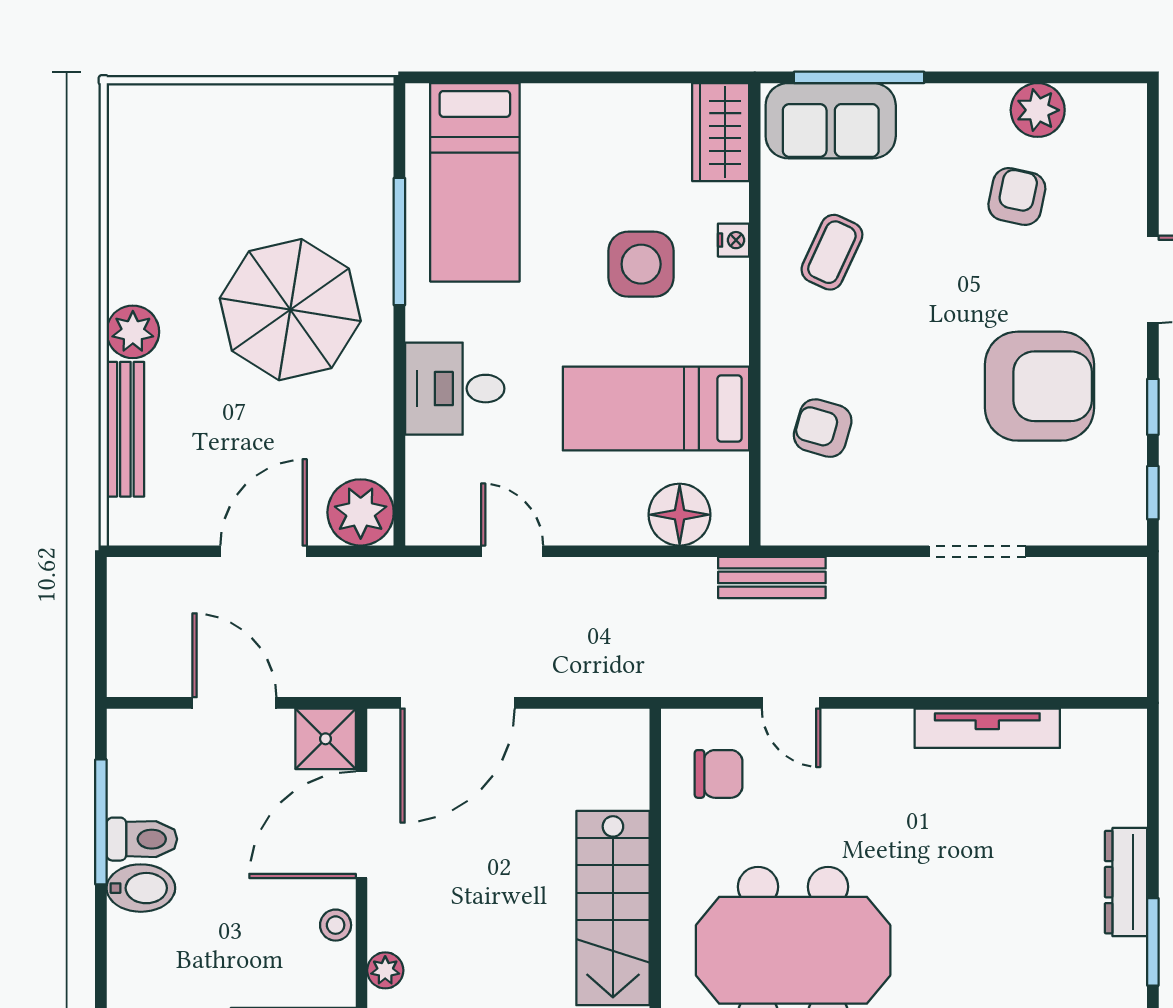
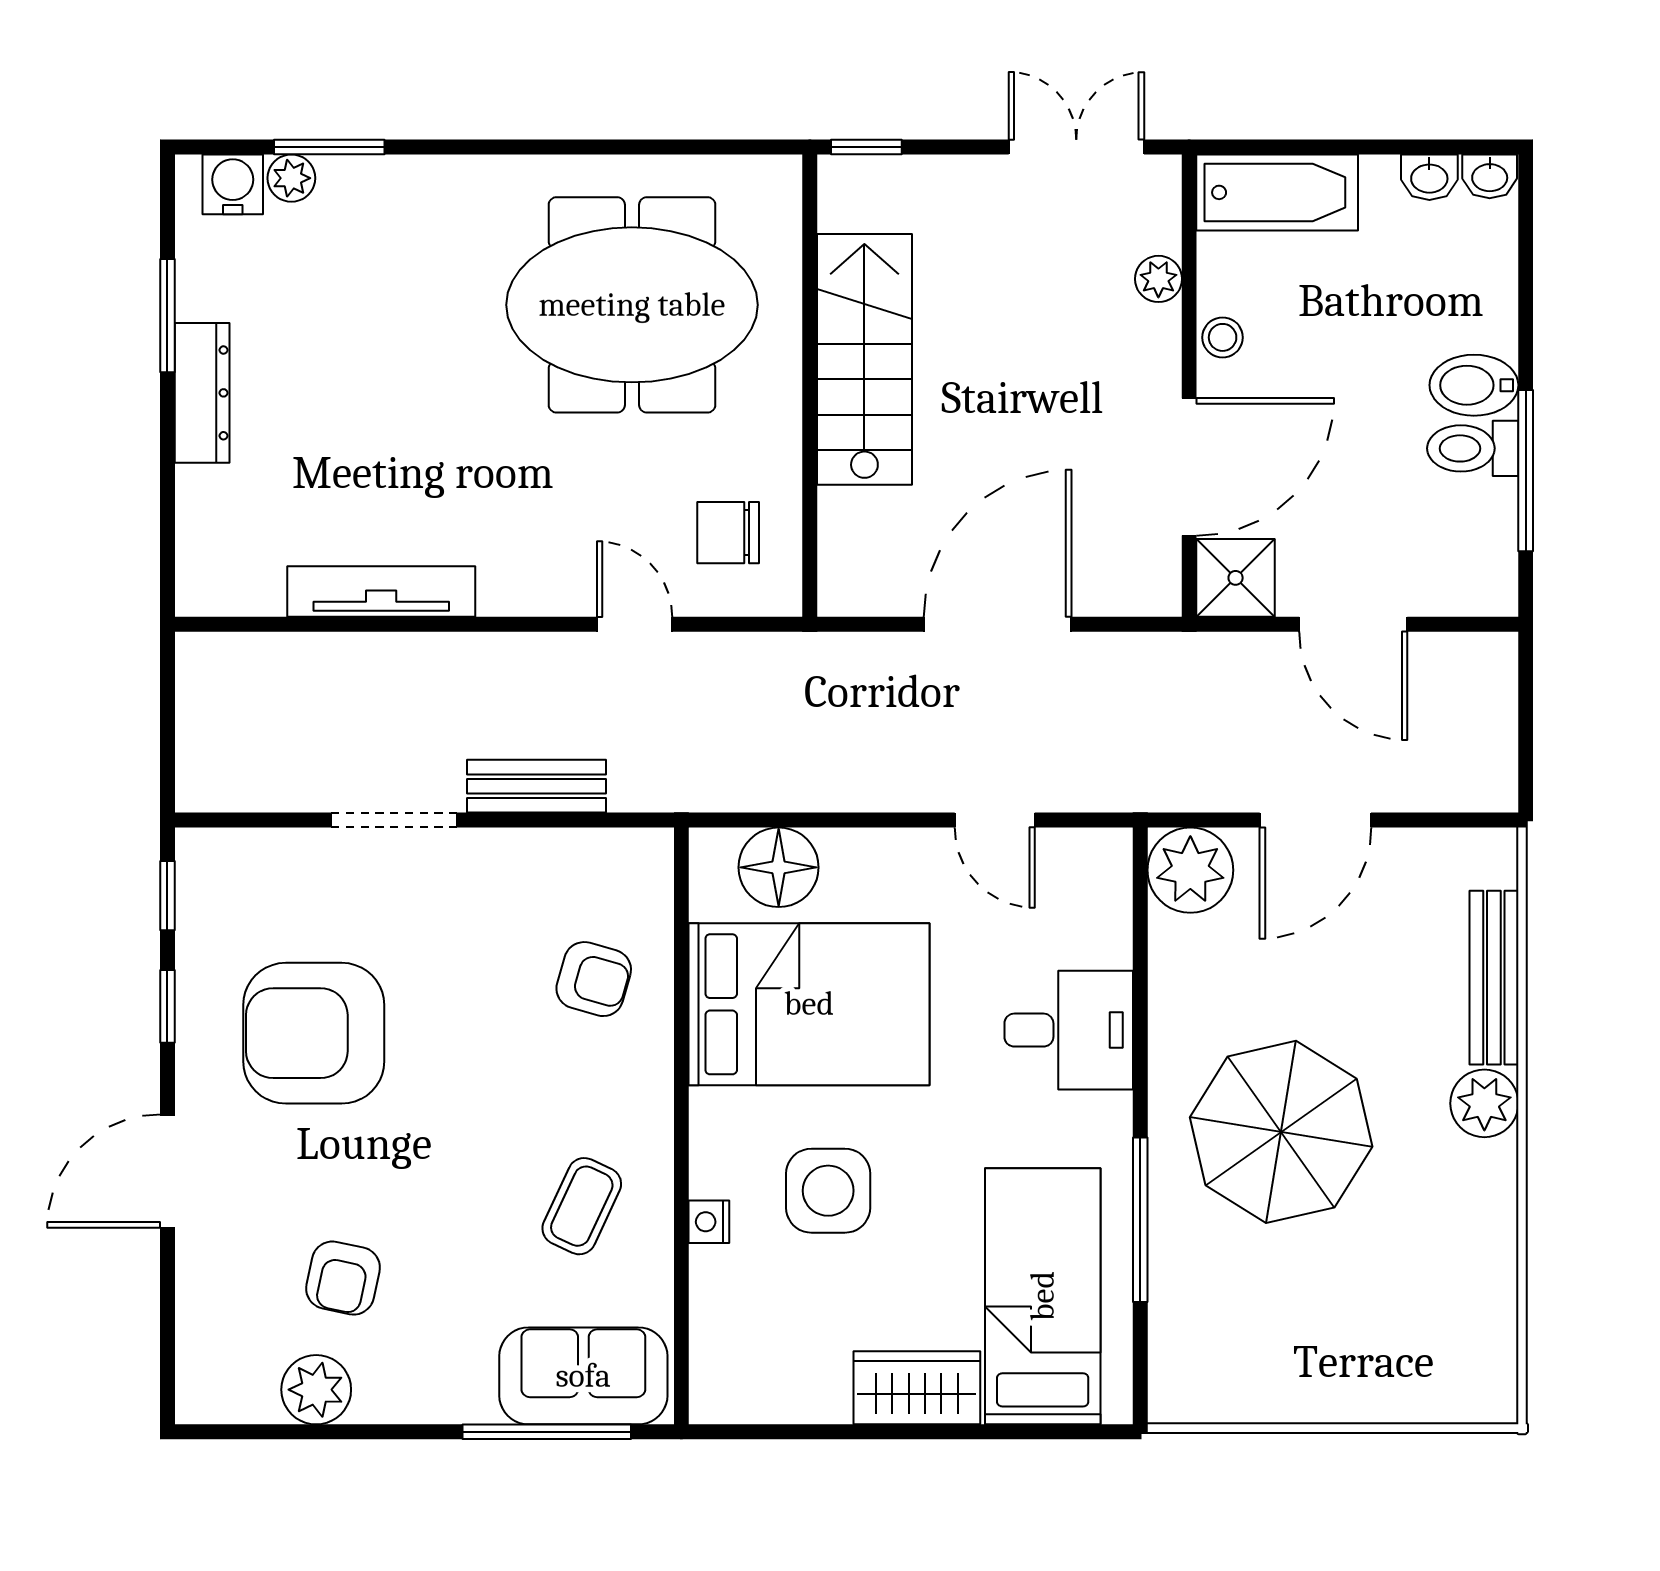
wardrobe: (721, 132) -> (917, 1388), moved, turned -90
bed: (656, 409) -> (809, 1004), width x1.50
bench: (772, 577) -> (537, 786), moved
door: (457, 703) -> (998, 624), moved

